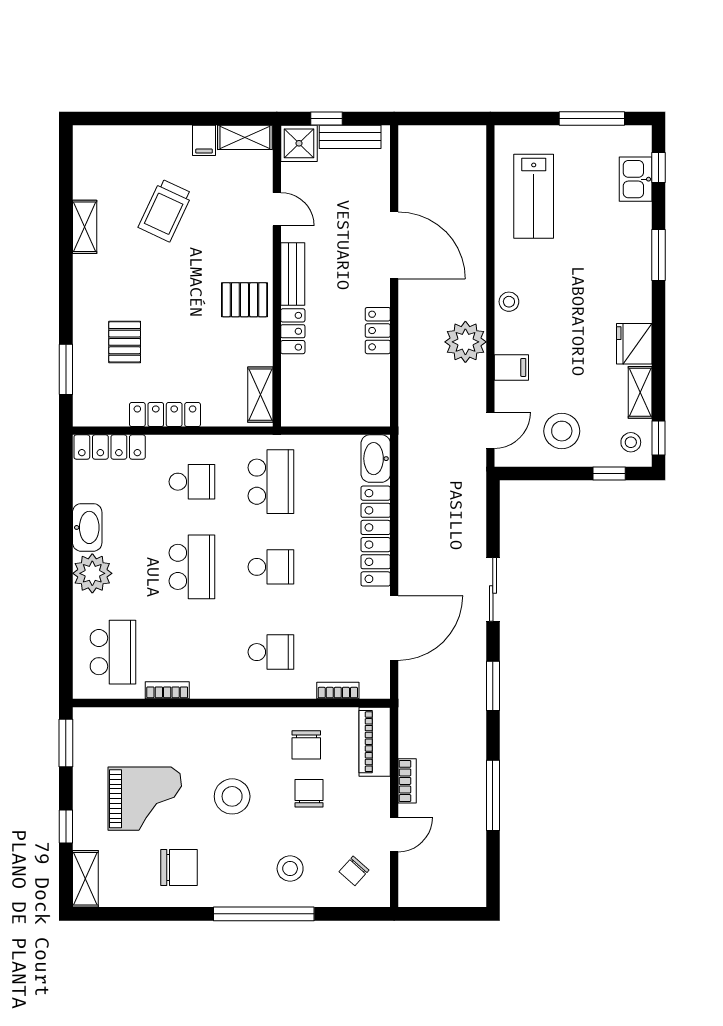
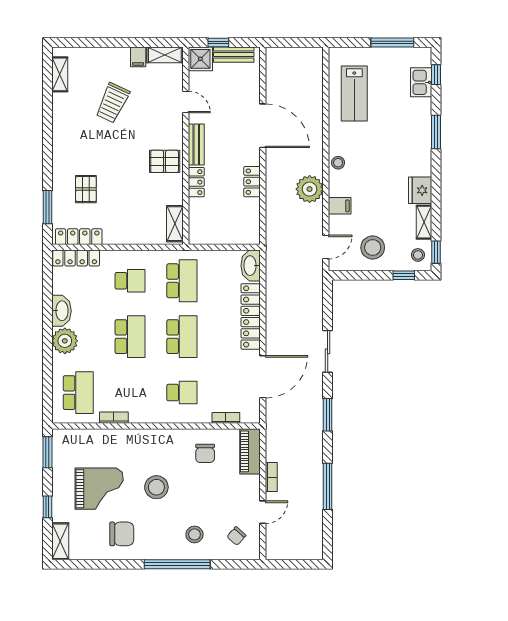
shelving: (85, 227) -> (60, 74), moved
locker: (165, 415) -> (79, 237), moved
school desk: (271, 567) -> (182, 337), width x1.85
chair: (309, 793) -> (207, 485), removed

